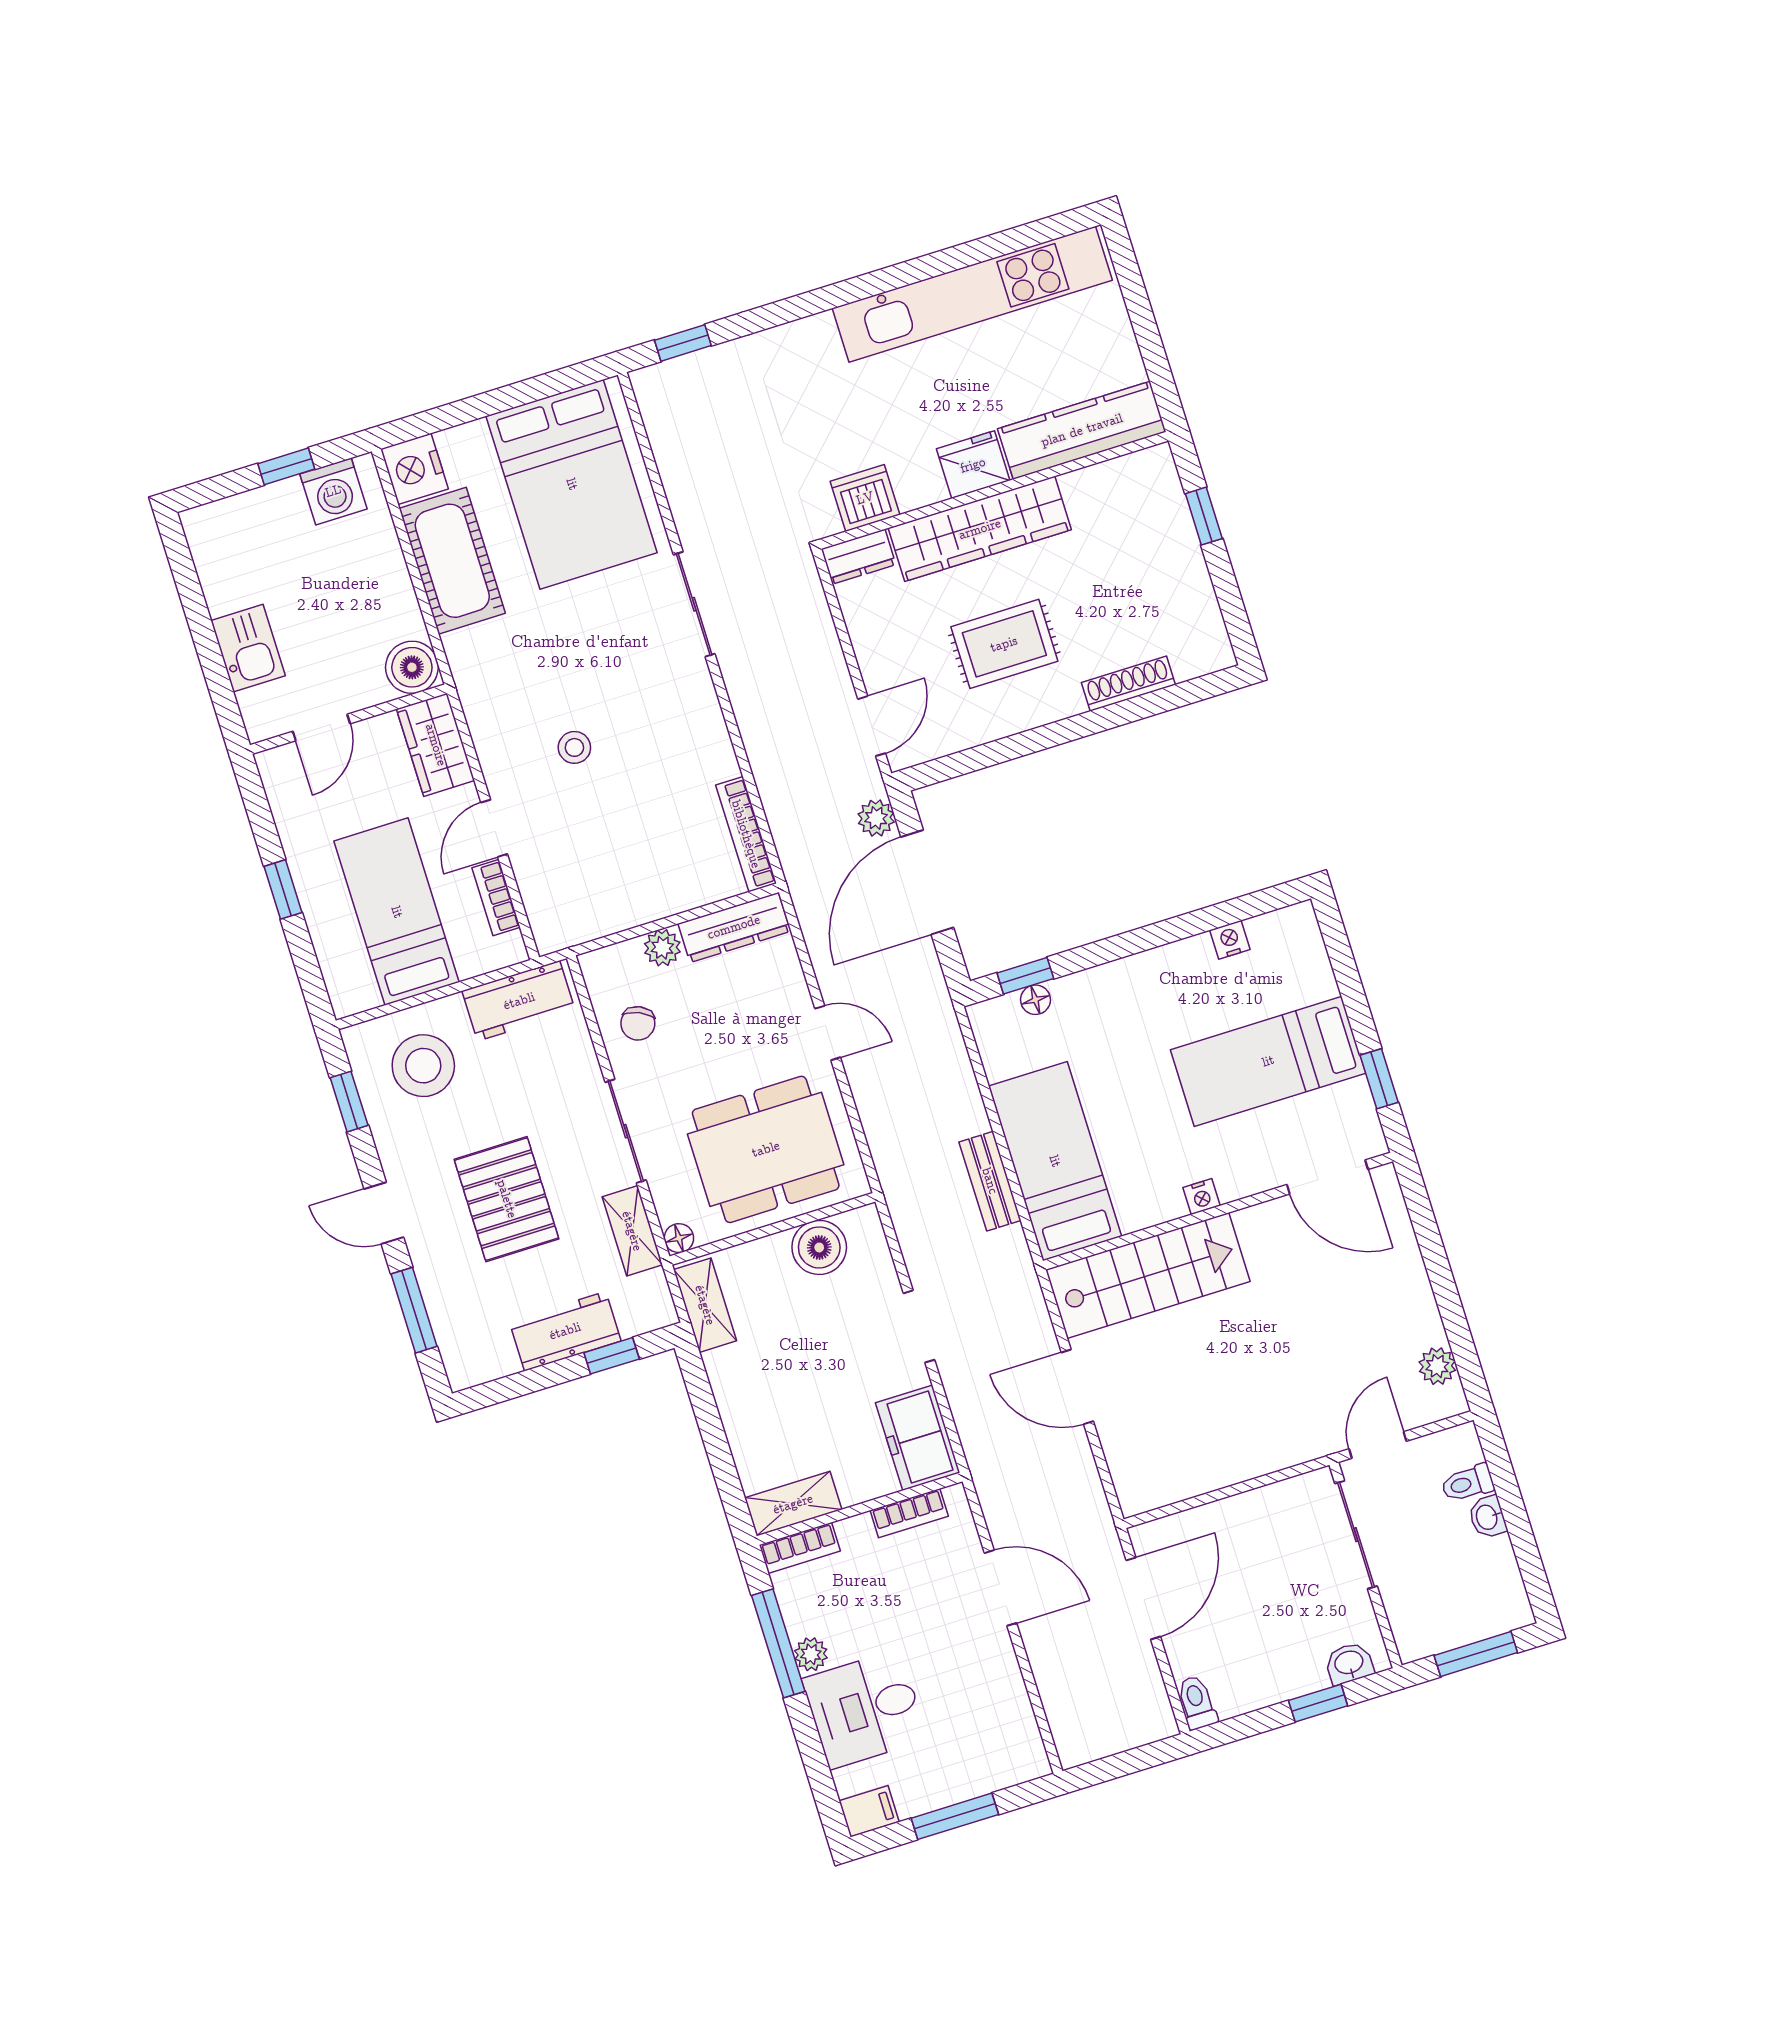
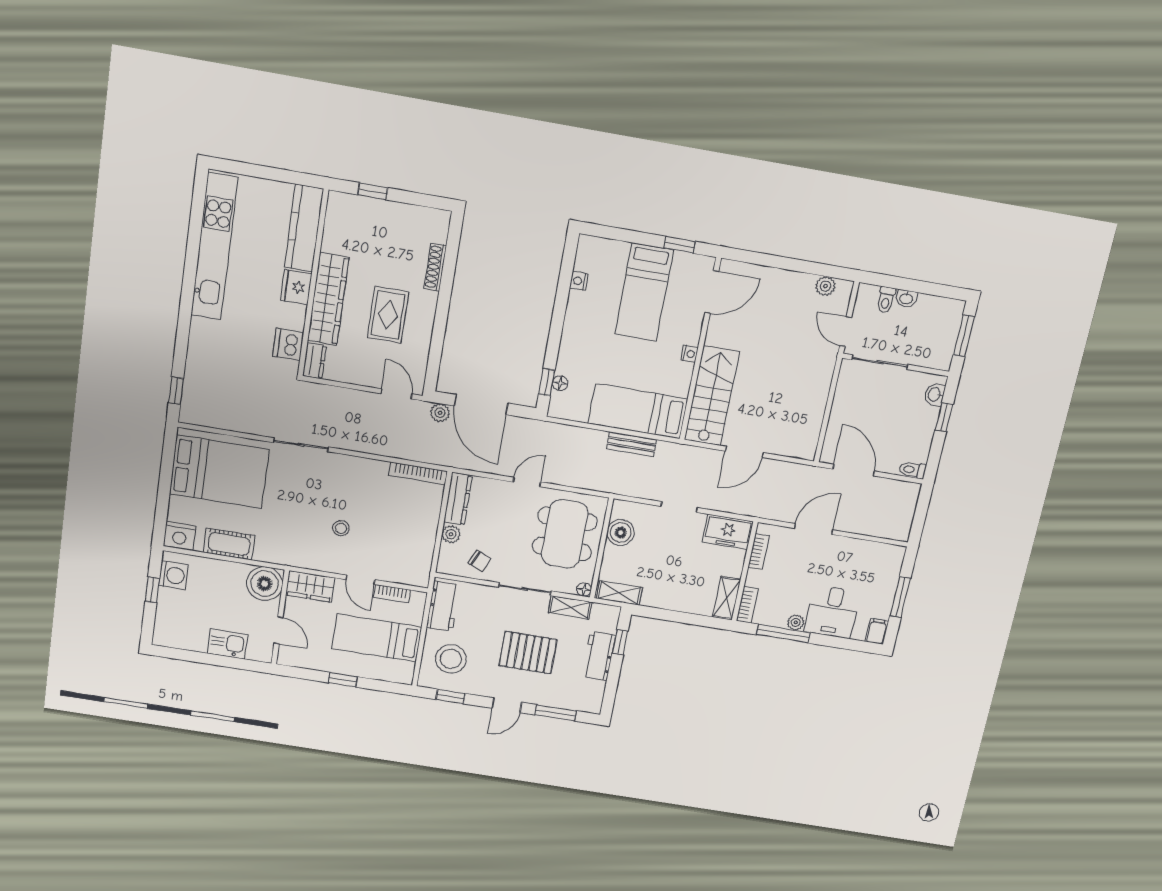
cot: (452, 561) -> (229, 544), width x0.73, depth x0.75
boiler: (412, 667) -> (265, 584), width x1.37, depth x1.37

